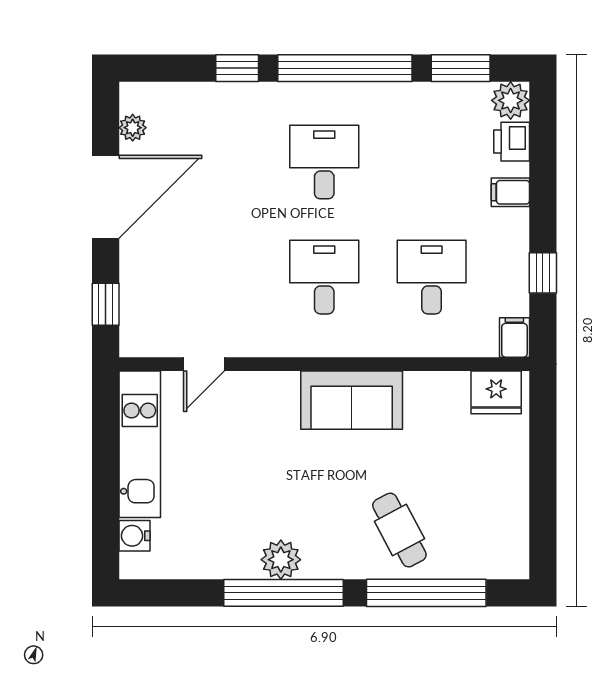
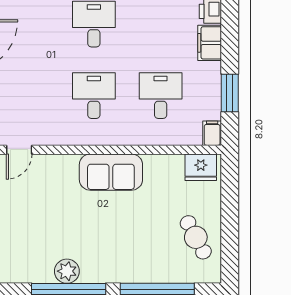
filing cabinet: (510, 192) -> (210, 43), width x2.00
window: (543, 273) -> (230, 93), width x1.50
cafe table: (399, 530) -> (196, 237), moved

